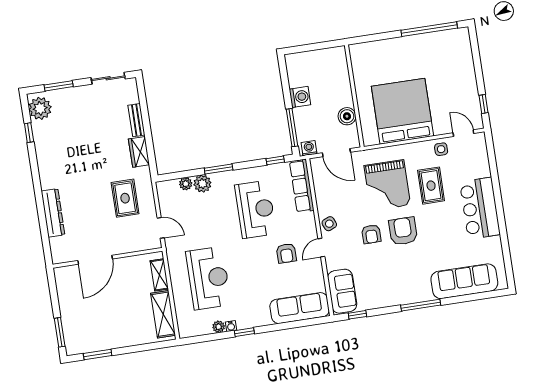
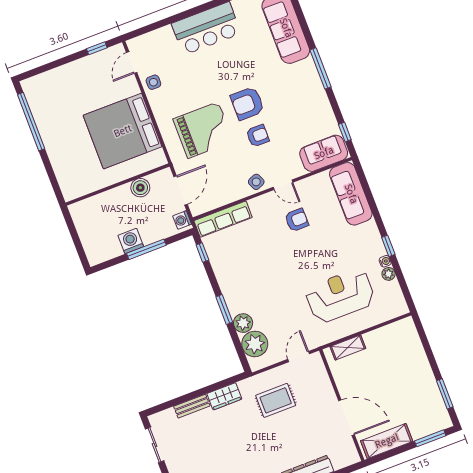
window: (292, 128) -> (146, 249), moved
plant: (186, 184) -> (255, 344), width x1.87, depth x1.87
rug: (431, 186) -> (194, 84), removed
reception desk: (255, 209) -> (258, 262), removed
shelving: (163, 314) -> (387, 441), moved

